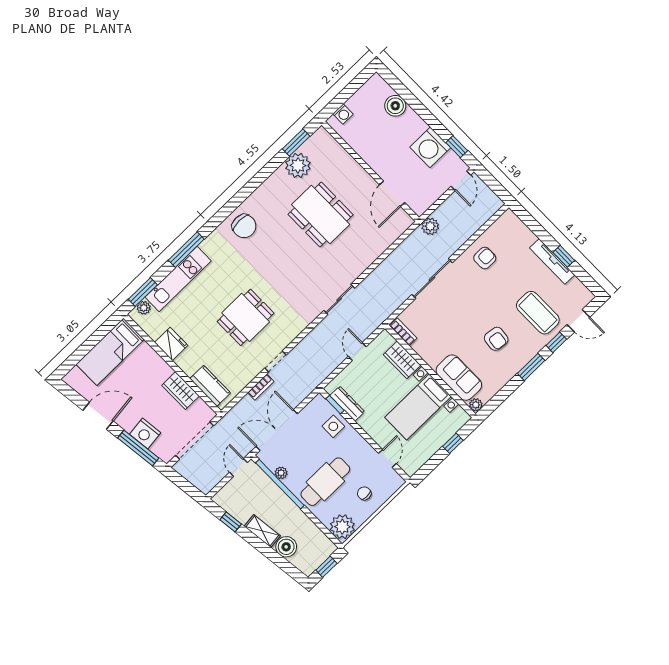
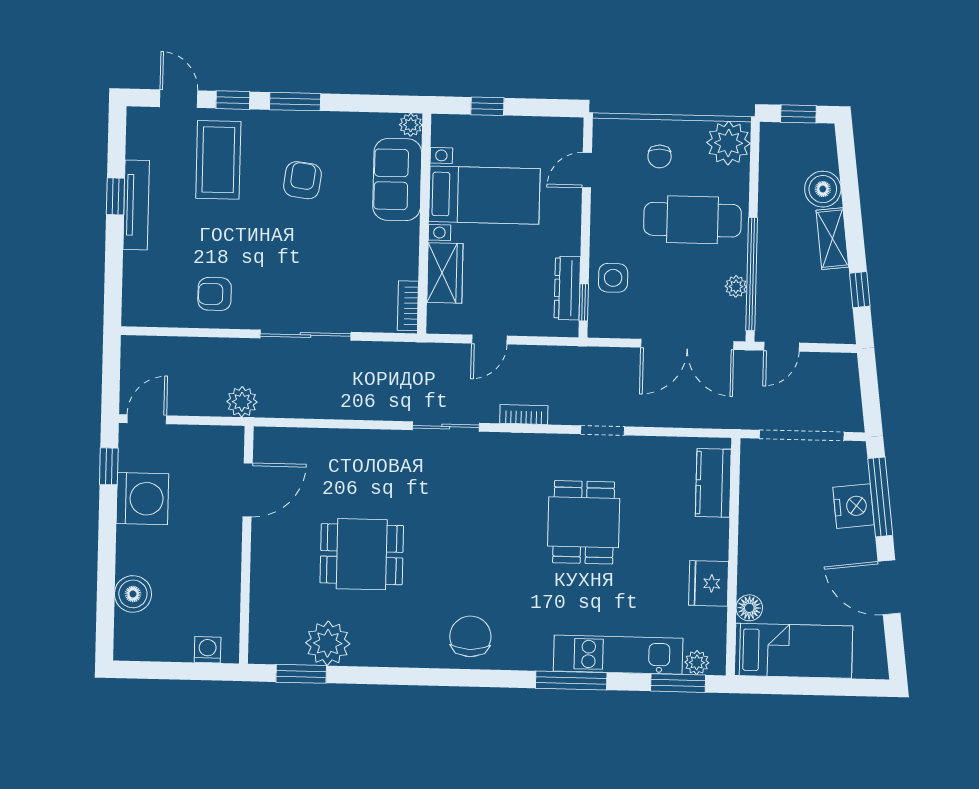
dining table: (321, 215) -> (362, 554), width x0.73
dining table: (246, 317) -> (584, 522), turned 90
floor lamp: (145, 351) -> (749, 608), added
bookcase: (261, 387) -> (524, 415), moved
wardrobe: (181, 391) -> (756, 514), removed

